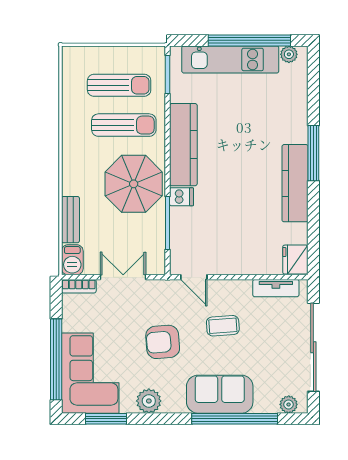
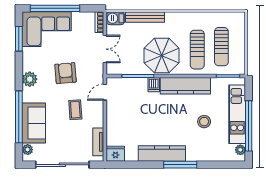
stool: (242, 114) -> (204, 122), added
bench: (70, 220) -> (145, 17), width x1.36
sofa: (220, 394) -> (34, 123), moved
plant: (149, 401) -> (30, 79), moved

